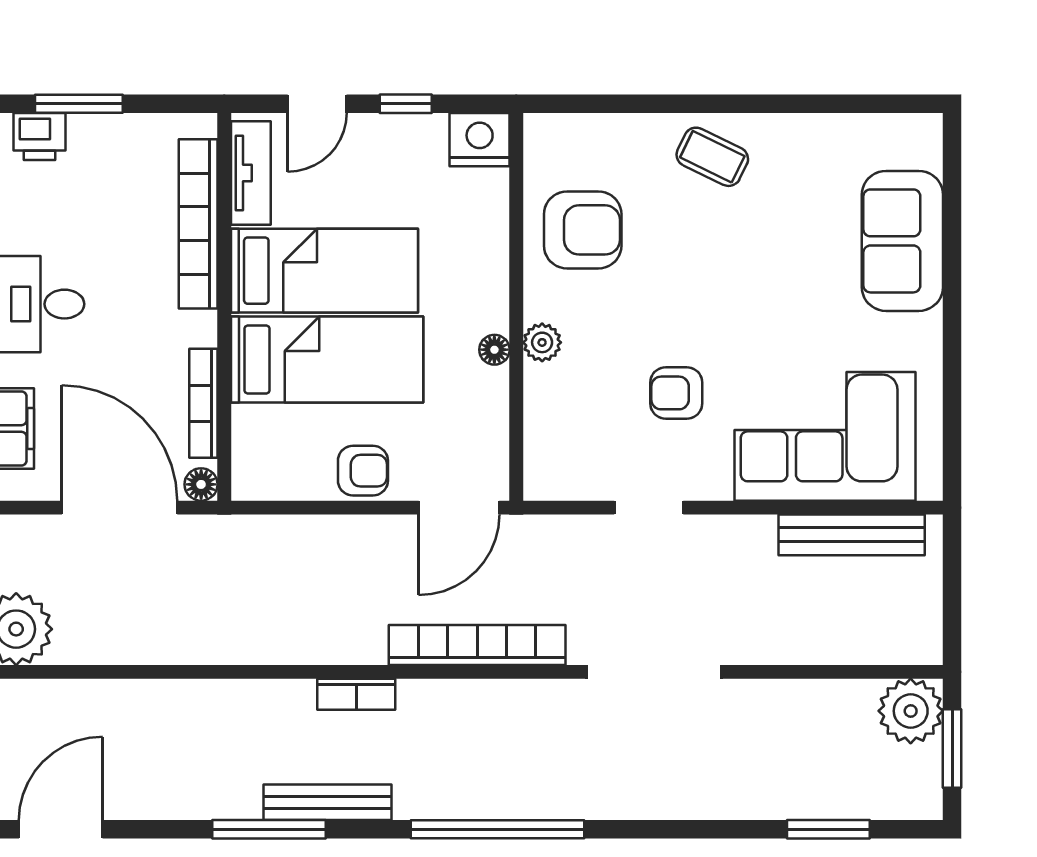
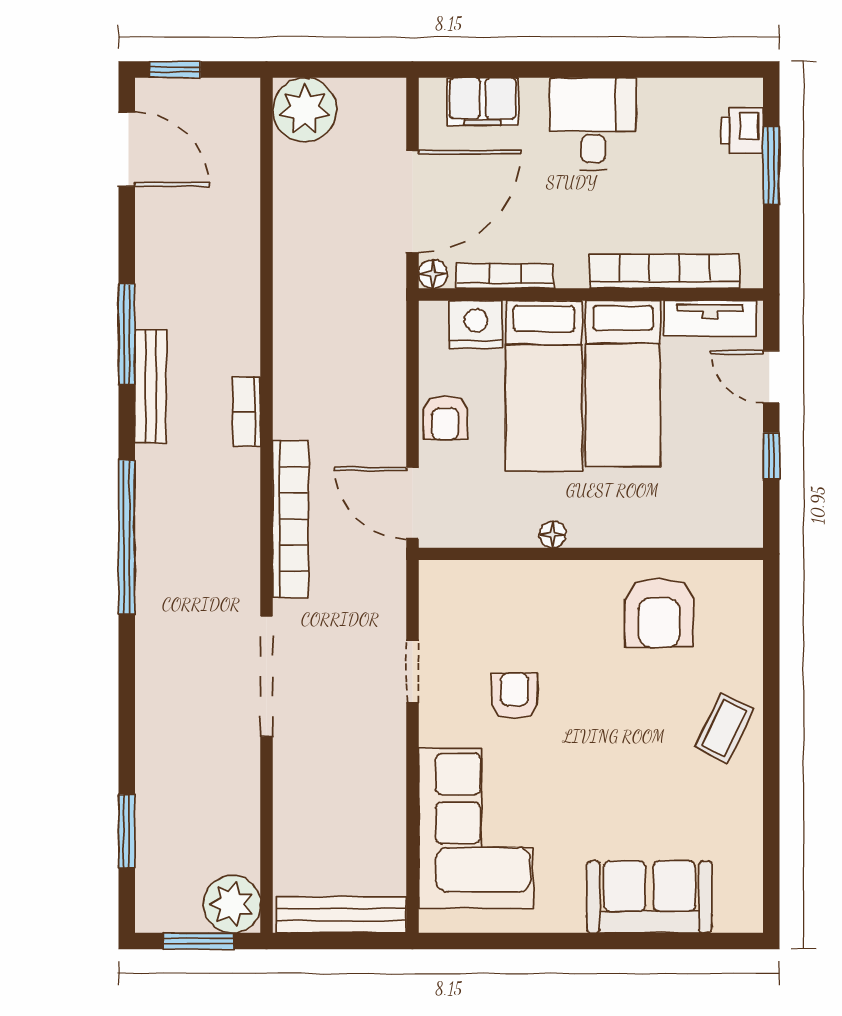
nightstand: (480, 140) -> (476, 324), moved, turned -90
plant: (542, 342) -> (559, 577), removed
bench: (852, 535) -> (341, 915), moved, turned 90

